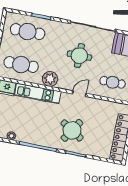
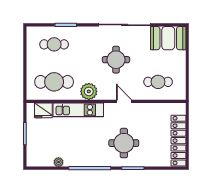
cafe table: (28, 32) -> (54, 44), width x0.73, depth x0.74
door: (79, 94) -> (124, 101), hinge flipped
round table: (72, 130) -> (124, 143), turned -33

